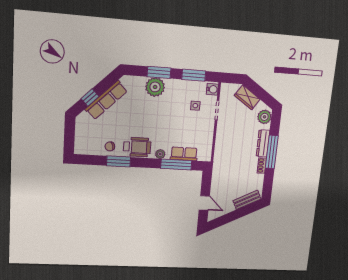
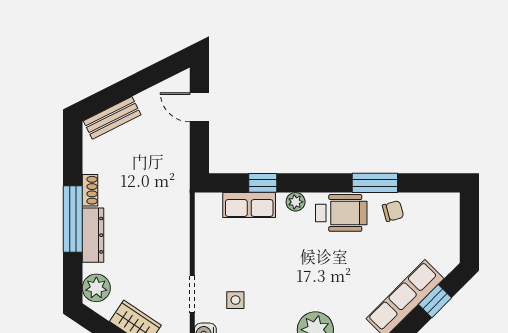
wheelchair: (137, 147) -> (341, 213), turned 180
window: (176, 164) -> (263, 183), width x0.46

